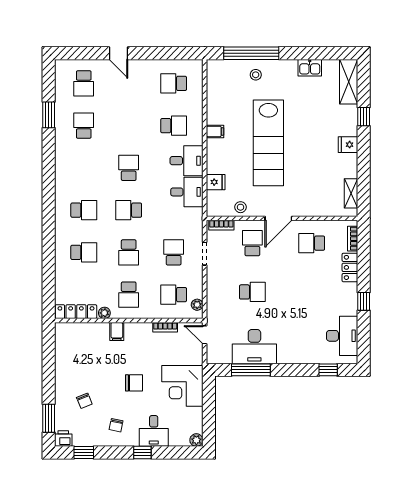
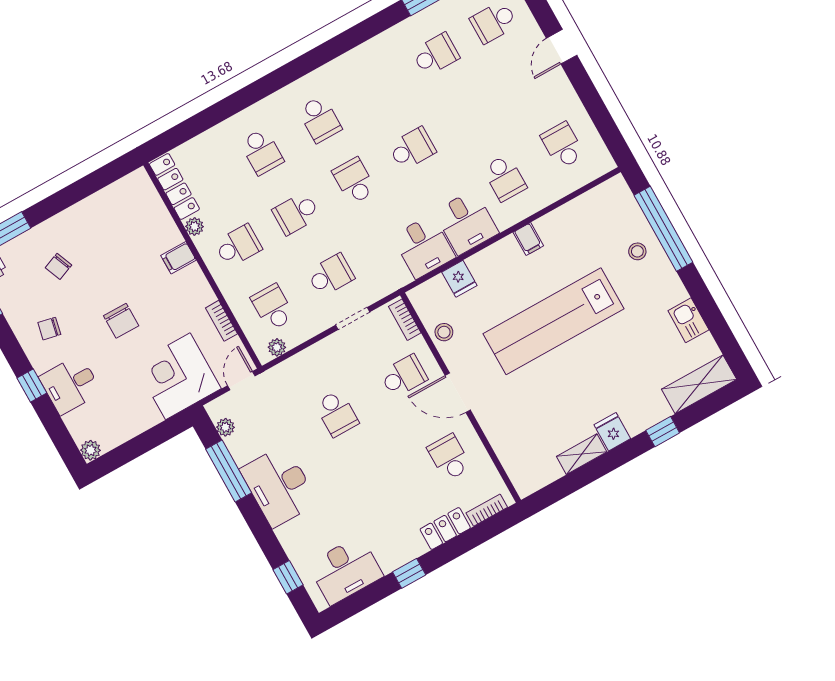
shelving: (351, 193) -> (582, 454), moved
school desk: (129, 295) -> (238, 246), turned 180
desk: (254, 347) -> (279, 486), moved
plant: (225, 358) -> (225, 427), added
corner desk: (182, 386) -> (178, 376), moved

